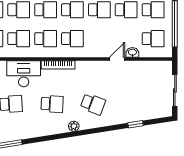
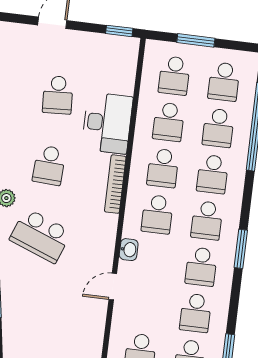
washbasin: (132, 52) -> (129, 250), moved
door: (117, 59) -> (113, 287), swing flipped
school desk: (93, 104) -> (41, 236), width x1.85

